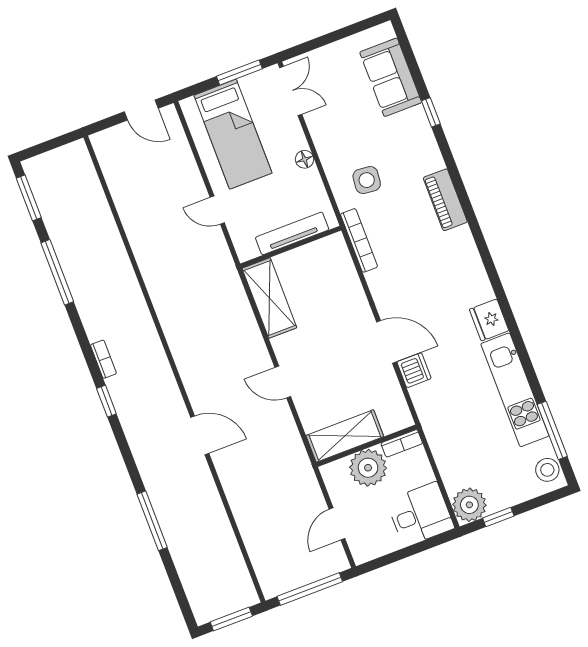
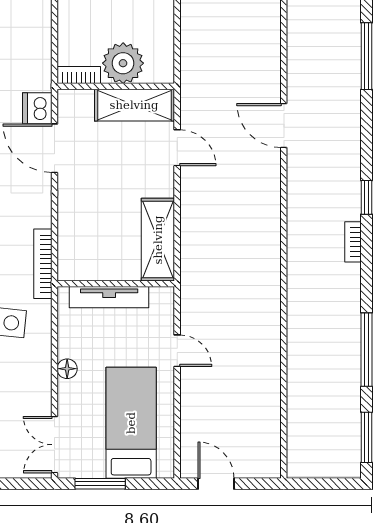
shelving: (345, 436) -> (134, 105), moved
bookcase: (402, 443) -> (79, 75), moved
wall: (367, 446) -> (116, 86), moved
plant: (368, 468) -> (123, 63), moved

